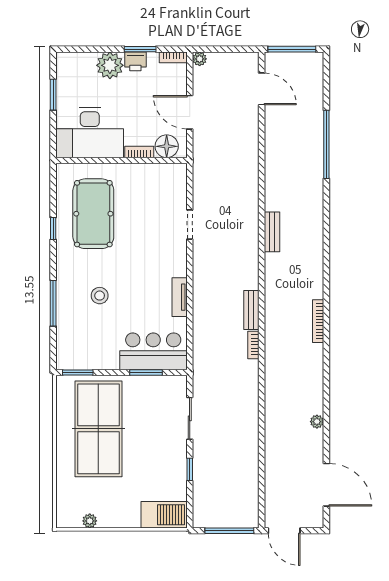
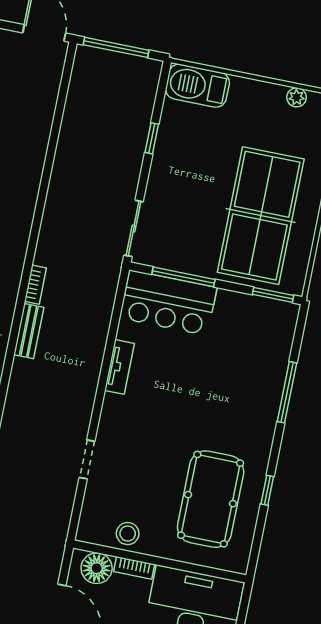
stool: (100, 296) -> (128, 534), moved
window: (146, 373) -> (183, 277), width x1.44
sliding door: (190, 418) -> (134, 228), moved

